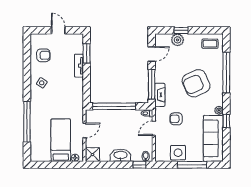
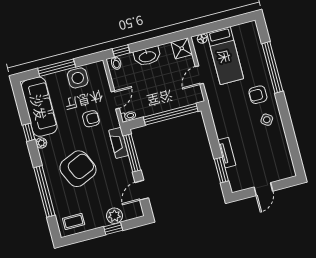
door: (58, 30) -> (263, 189), hinge flipped
armchair: (43, 55) -> (258, 95), moved

